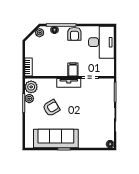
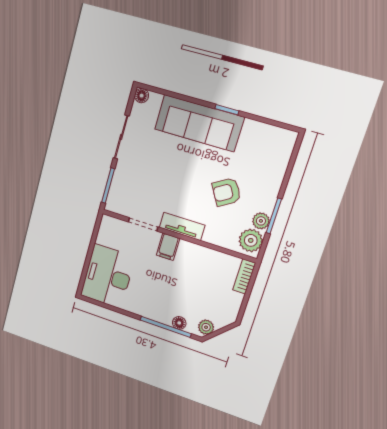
armchair: (74, 34) -> (148, 305), removed
sofa: (56, 138) -> (199, 123), moved

